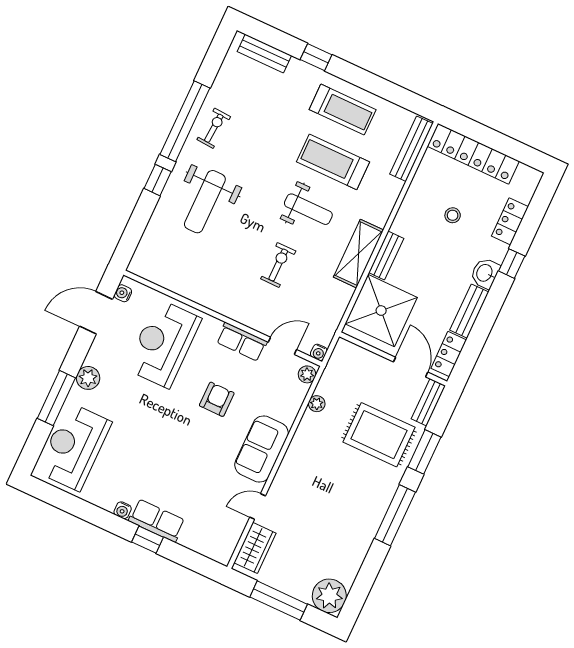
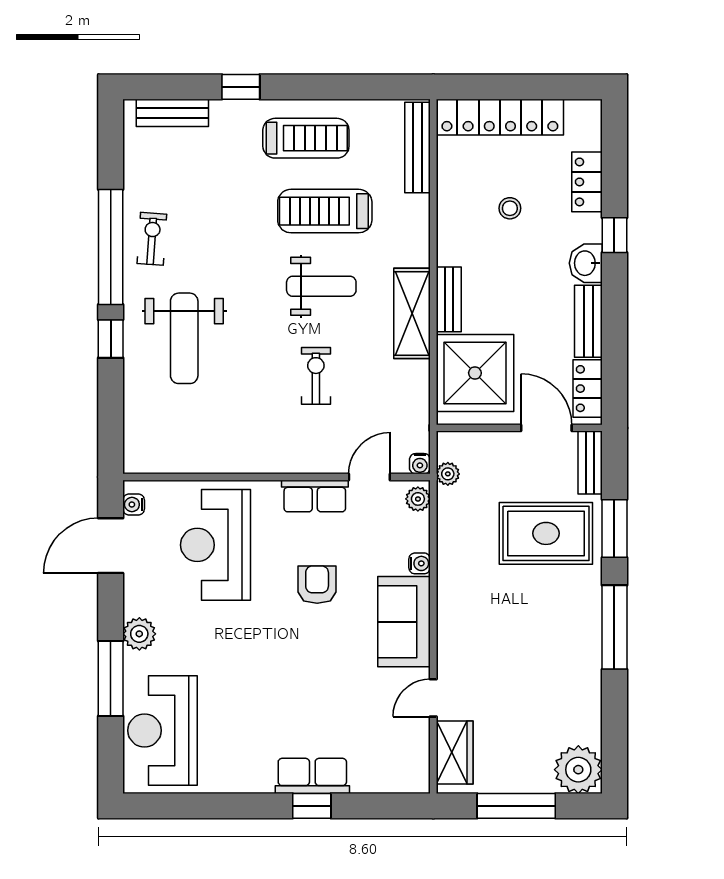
plant: (317, 404) -> (448, 474), moved
water cooler: (123, 510) -> (420, 563), moved, turned -90

